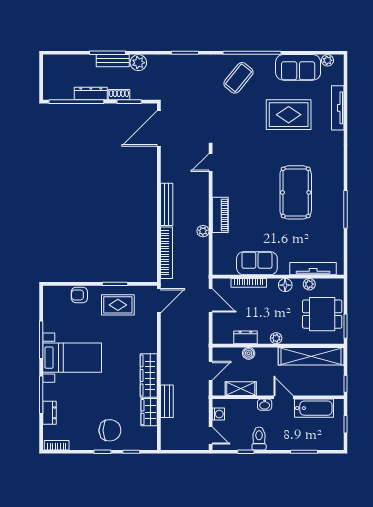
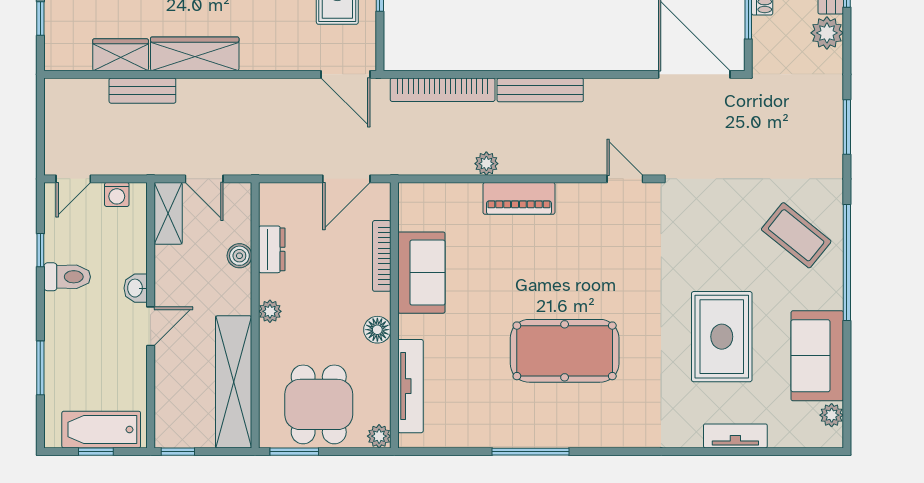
tv unit: (338, 108) -> (735, 436), width x0.71
plant: (309, 284) -> (379, 436), moved
shelving: (241, 389) -> (168, 213), moved
bathtub: (314, 408) -> (101, 430), moved, turned 90

